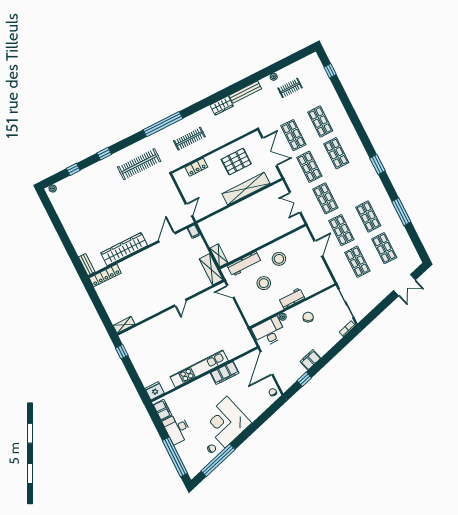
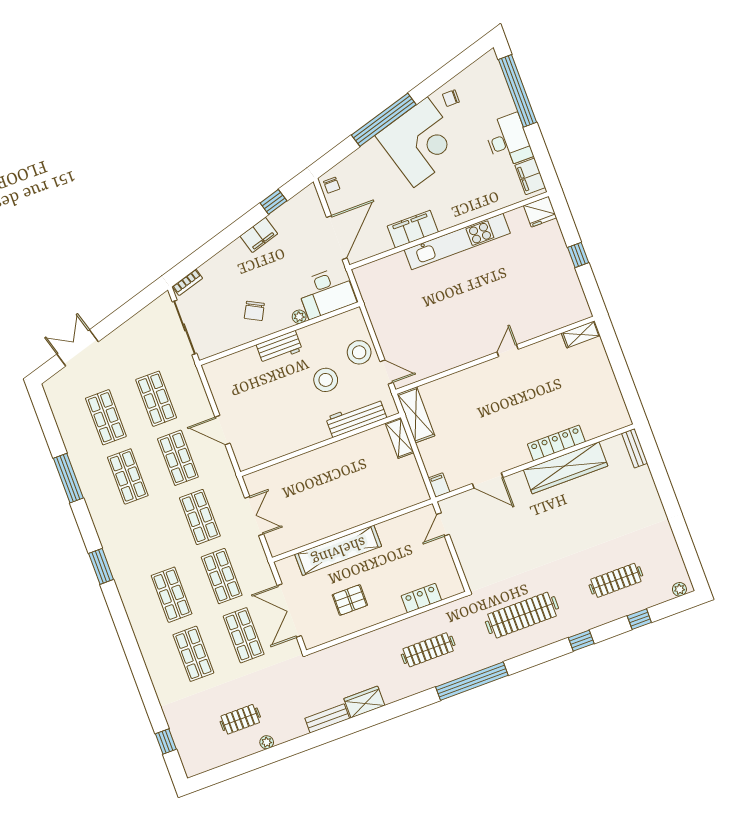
bench: (245, 92) -> (327, 718), width x0.73
pallet: (236, 162) -> (350, 600), width x0.67, depth x0.71
clothes rail: (89, 190) -> (616, 580), added
door: (167, 237) -> (488, 480), hinge flipped
door: (318, 248) -> (222, 430), hinge flipped
stool: (279, 259) -> (359, 352), moved
locker: (105, 275) -> (556, 443), moved
door: (180, 303) -> (508, 351), moved
window: (122, 352) -> (578, 255), moved
window: (218, 460) -> (384, 120), moved

